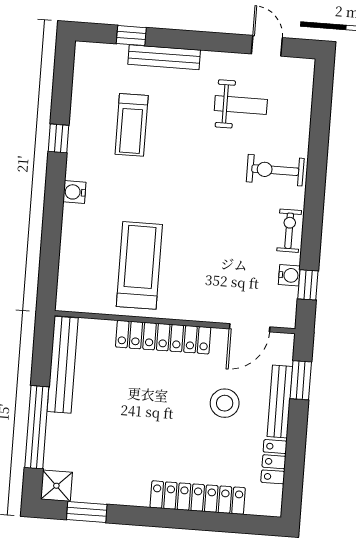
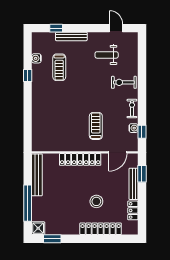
weight bench: (241, 105) -> (107, 55), turned 180
water cooler: (74, 192) -> (36, 58), moved
treadmill: (139, 265) -> (96, 126), moved, width x0.73, depth x0.73
stool: (225, 403) -> (96, 201), moved

